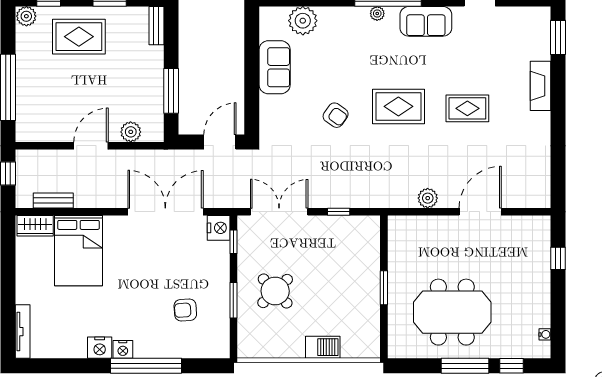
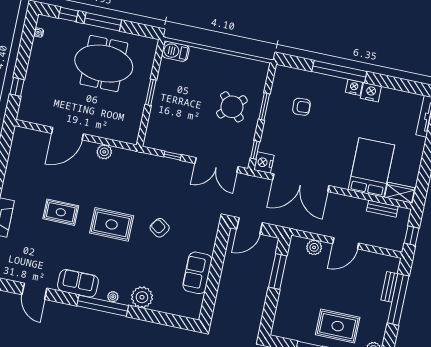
plant: (303, 21) -> (142, 297), moved
bench: (156, 26) -> (389, 287), moved
barbecue: (323, 347) -> (175, 51), moved

